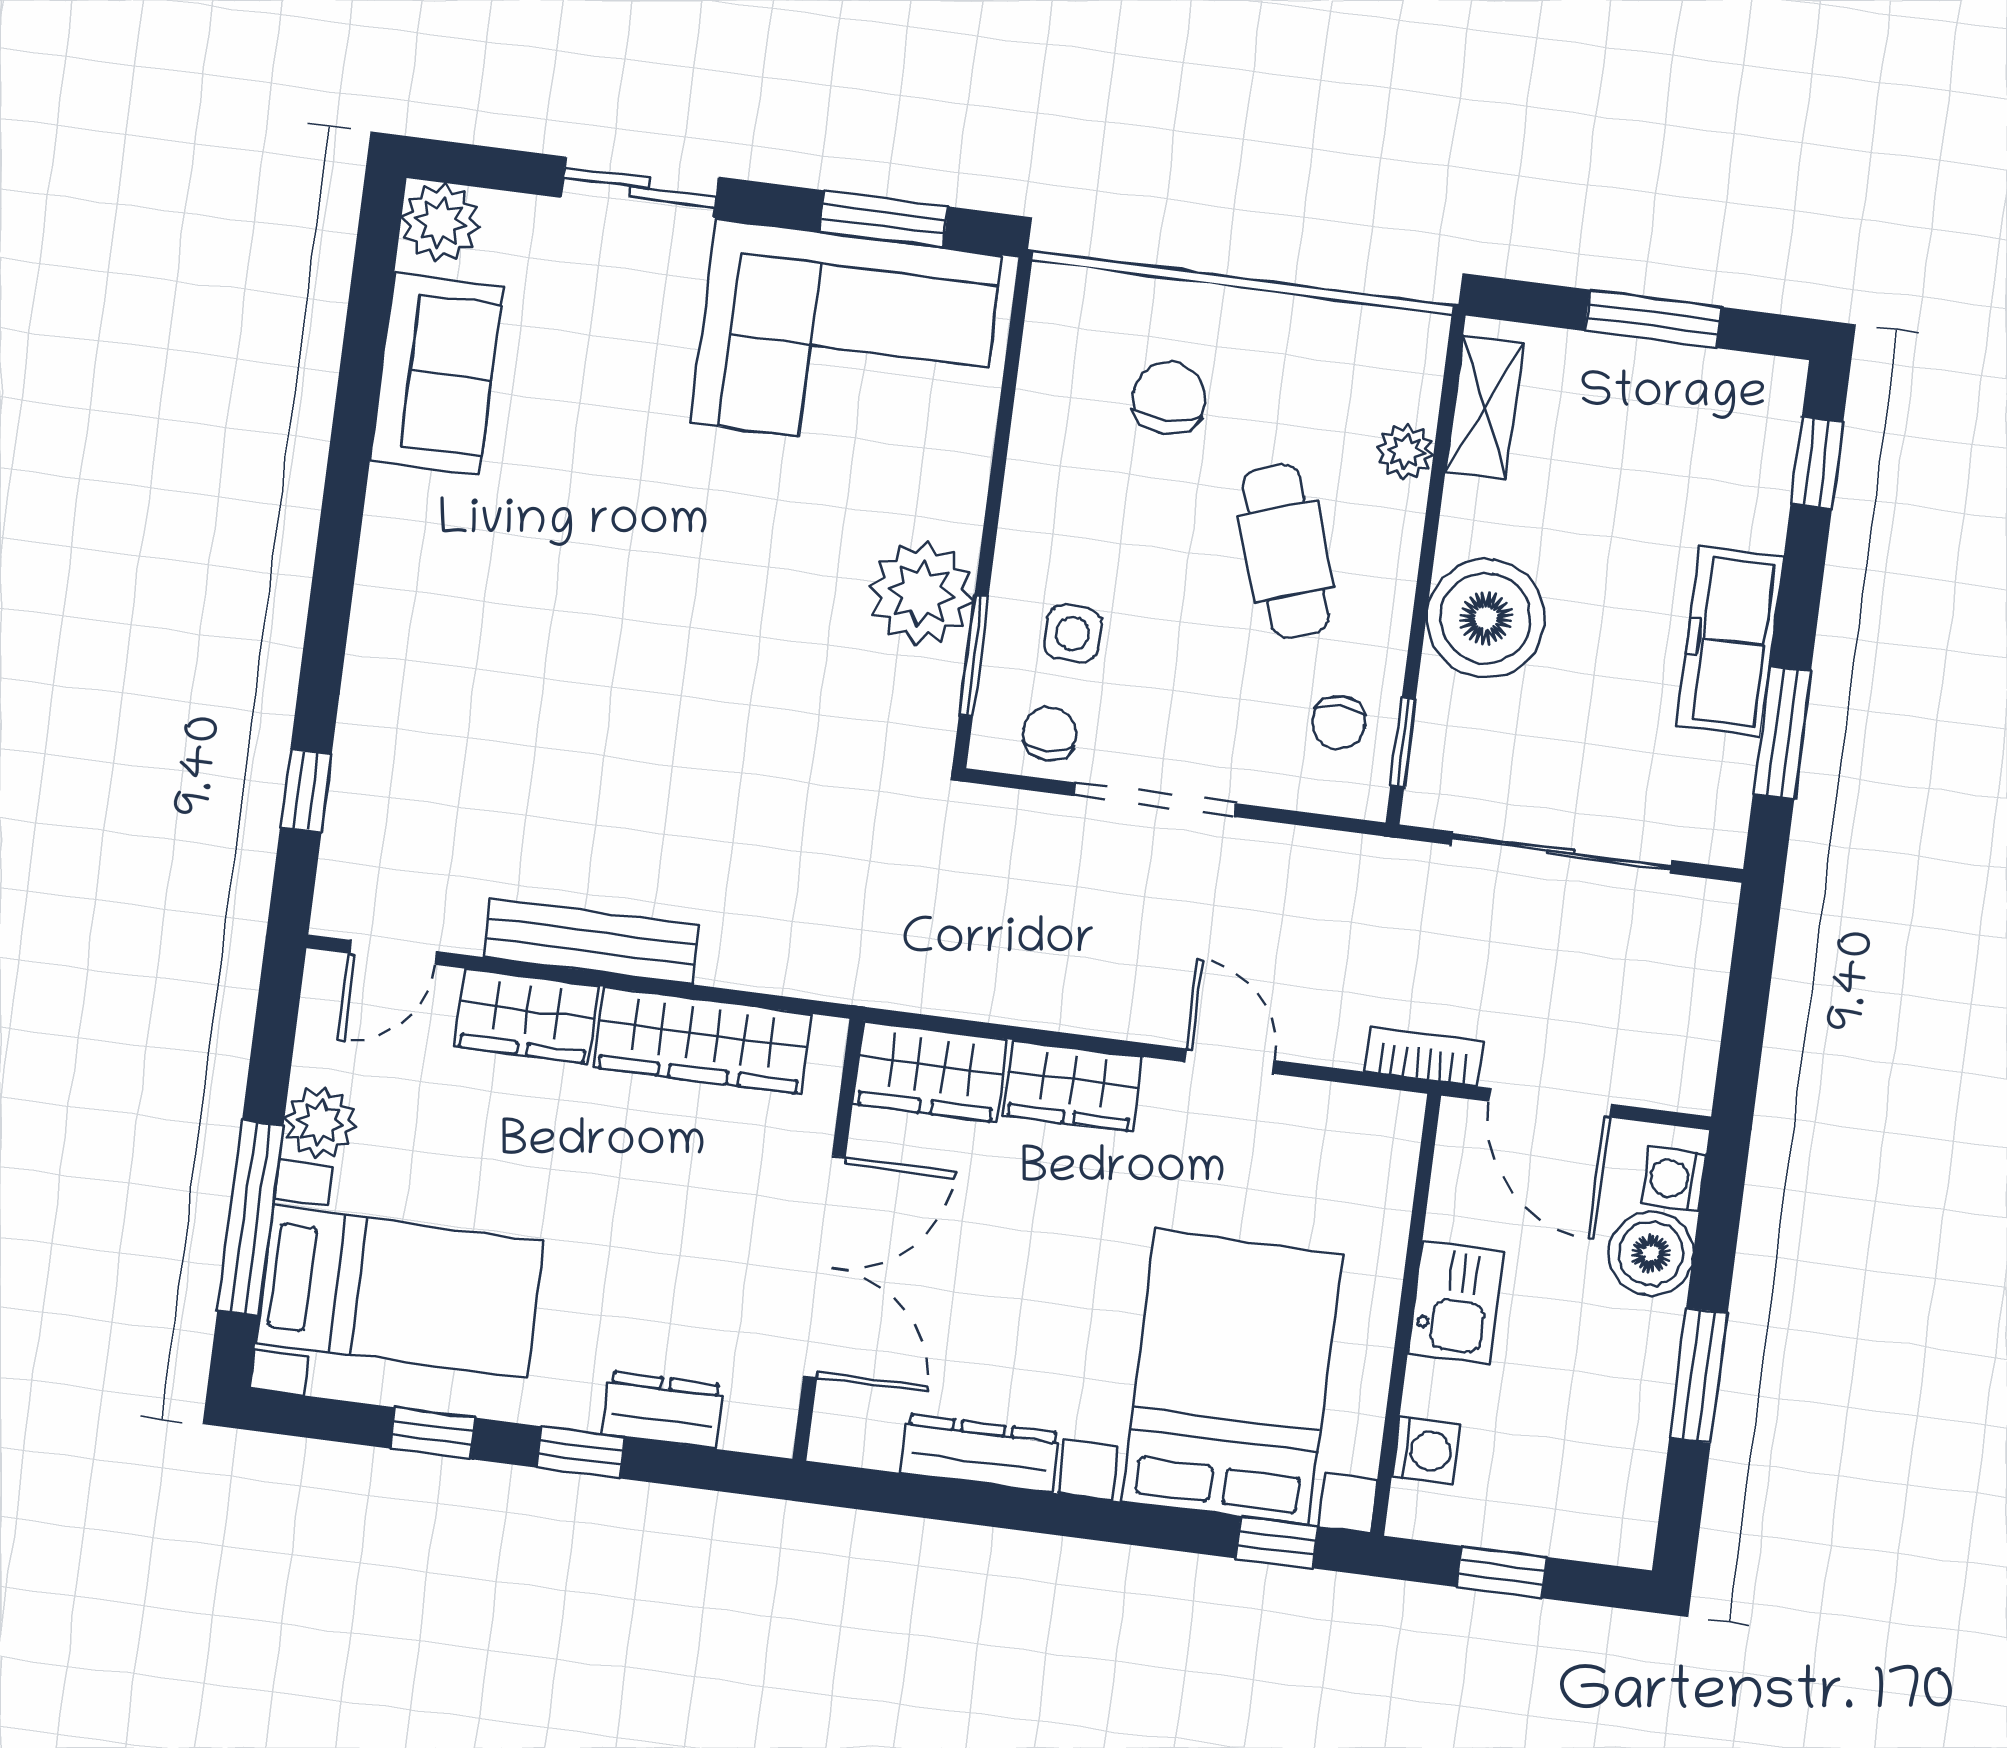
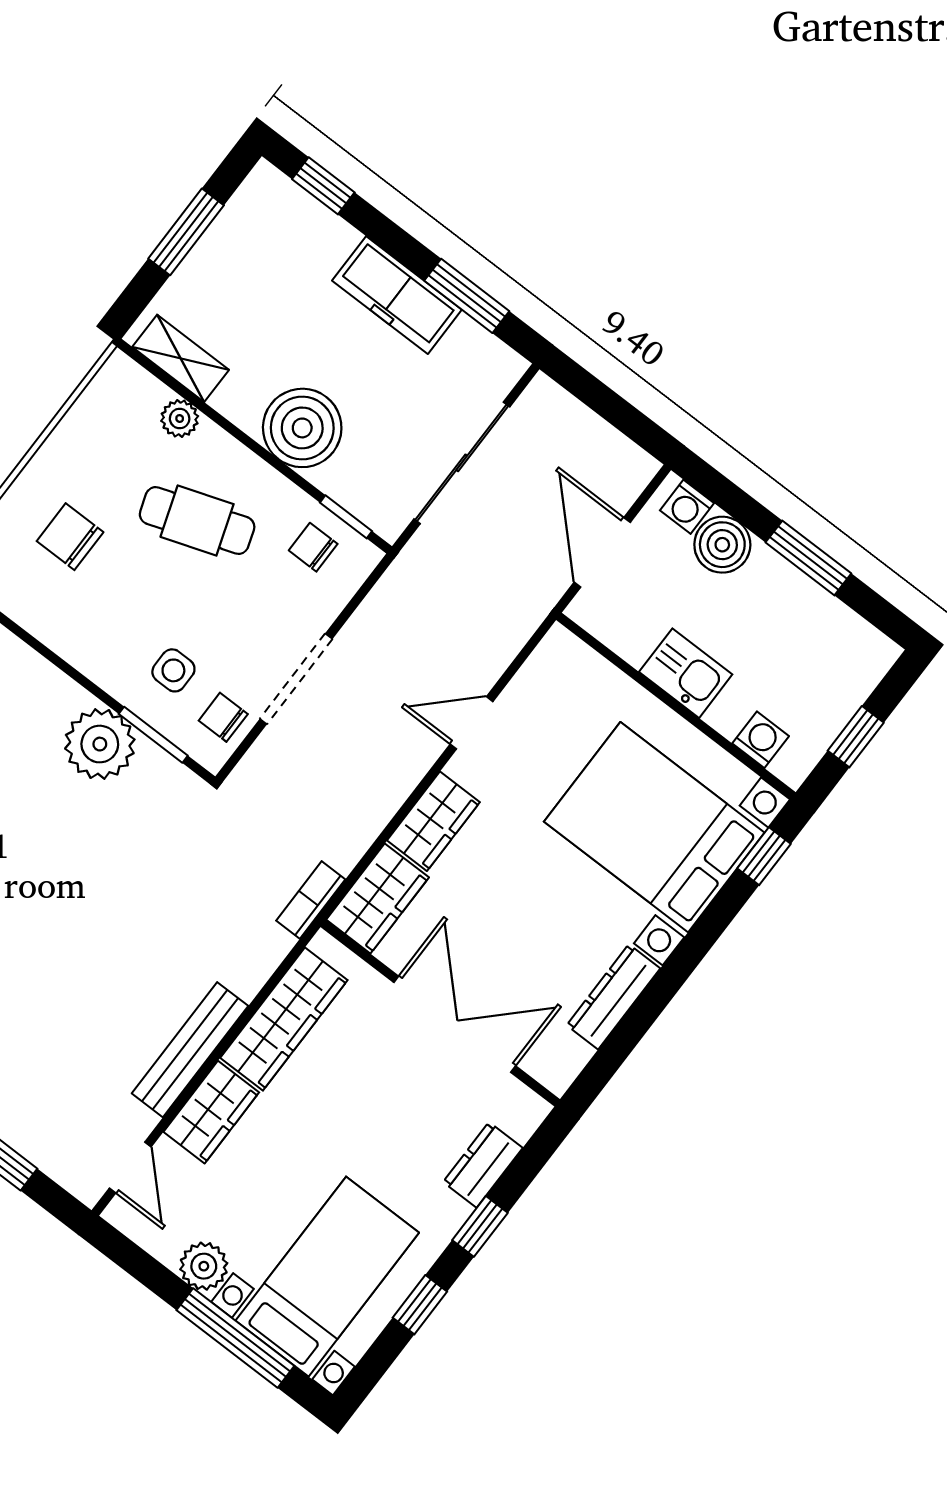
chair: (1339, 722) -> (313, 547), turned 180
bookcase: (1424, 1057) -> (311, 900), moved
door: (1550, 1103) -> (602, 552), swing flipped

